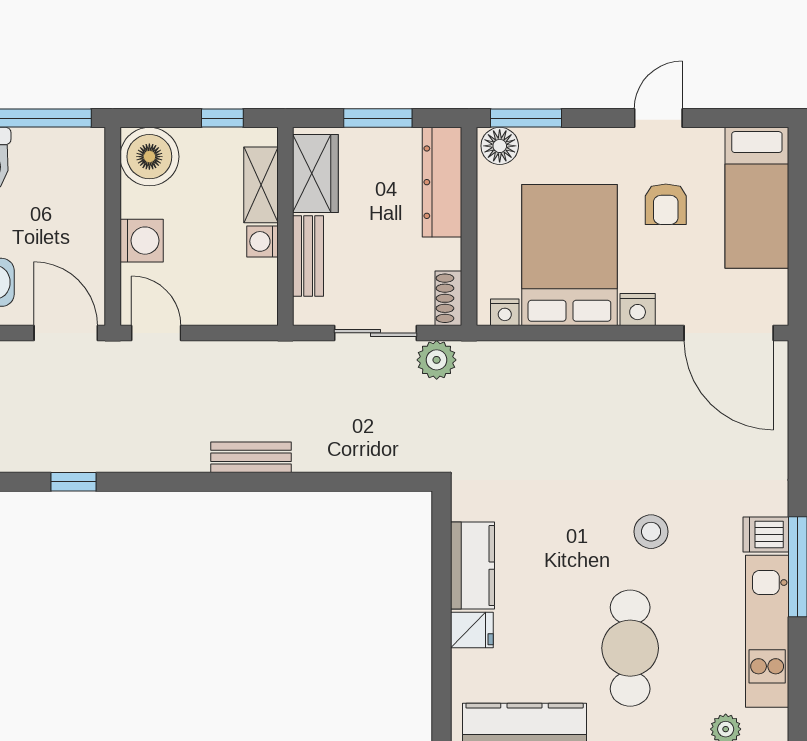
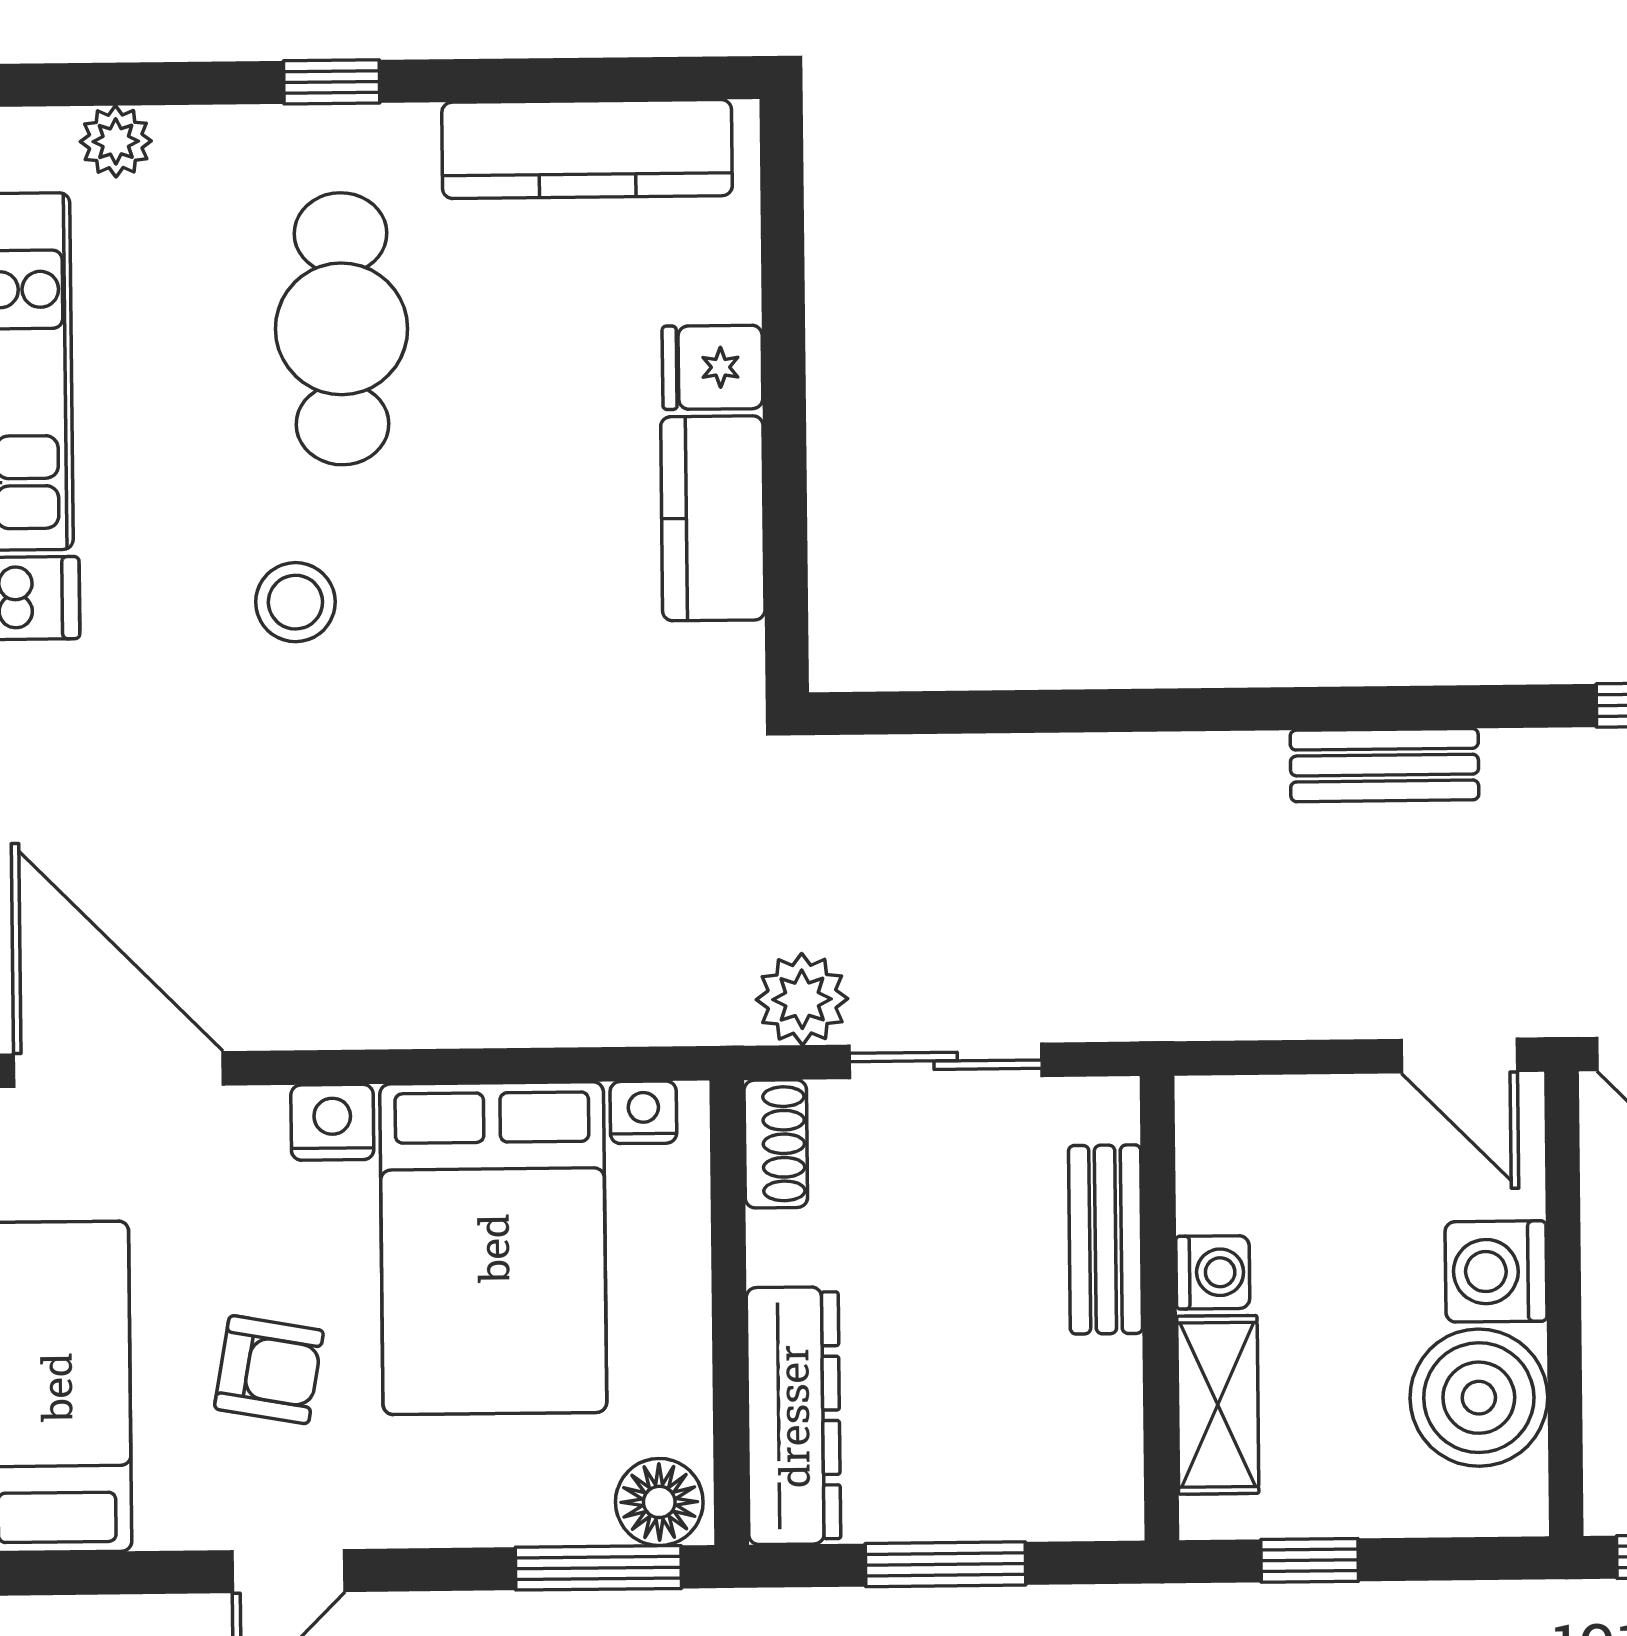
boiler: (149, 157) -> (1479, 1398), moved
wardrobe: (315, 174) -> (1090, 1433), removed
armchair: (666, 204) -> (269, 1370), turned 100
bench: (251, 457) -> (1384, 765), moved

